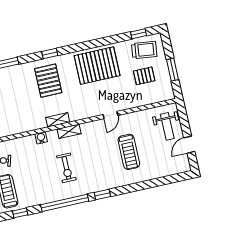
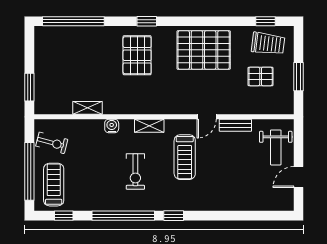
bench: (133, 117) -> (235, 125), added
shelving: (58, 120) -> (88, 108), moved
treadmill: (129, 152) -> (185, 157), moved

